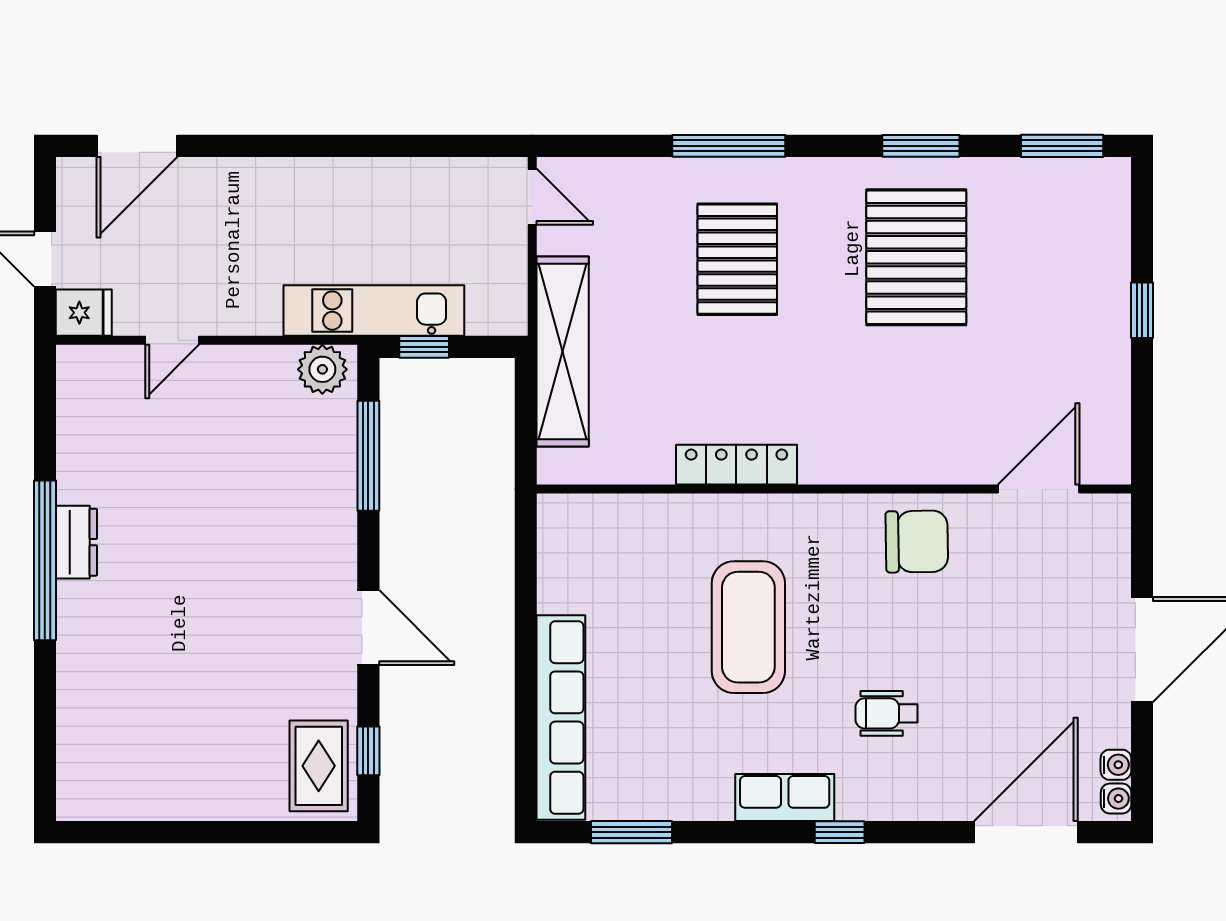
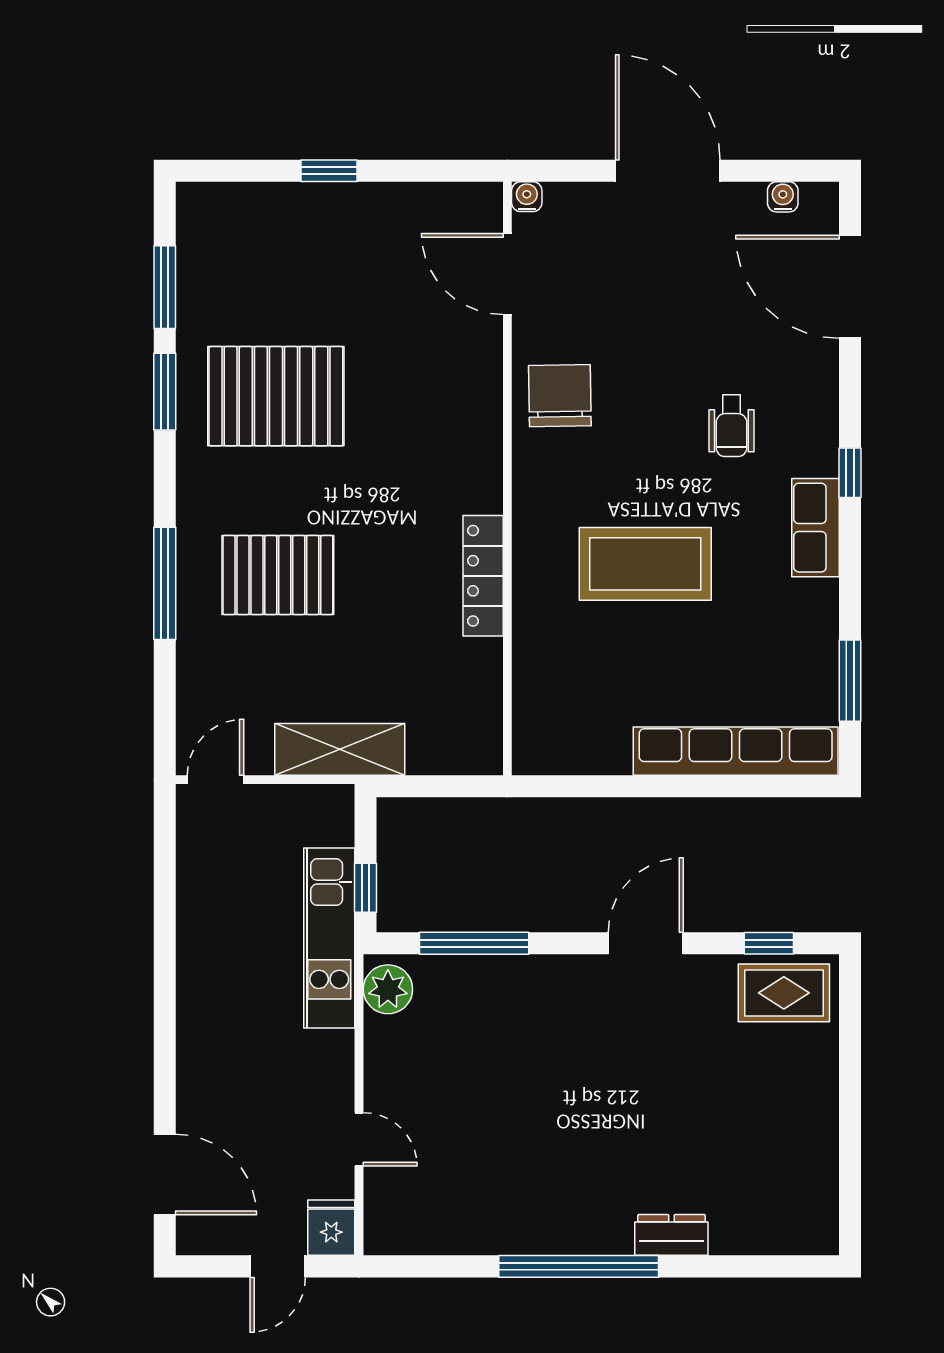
window: (1062, 146) -> (165, 287), moved
shelving: (563, 351) -> (340, 749), width x0.68
dresser: (76, 542) -> (671, 1235), moved
water cooler: (1116, 799) -> (527, 197), moved

